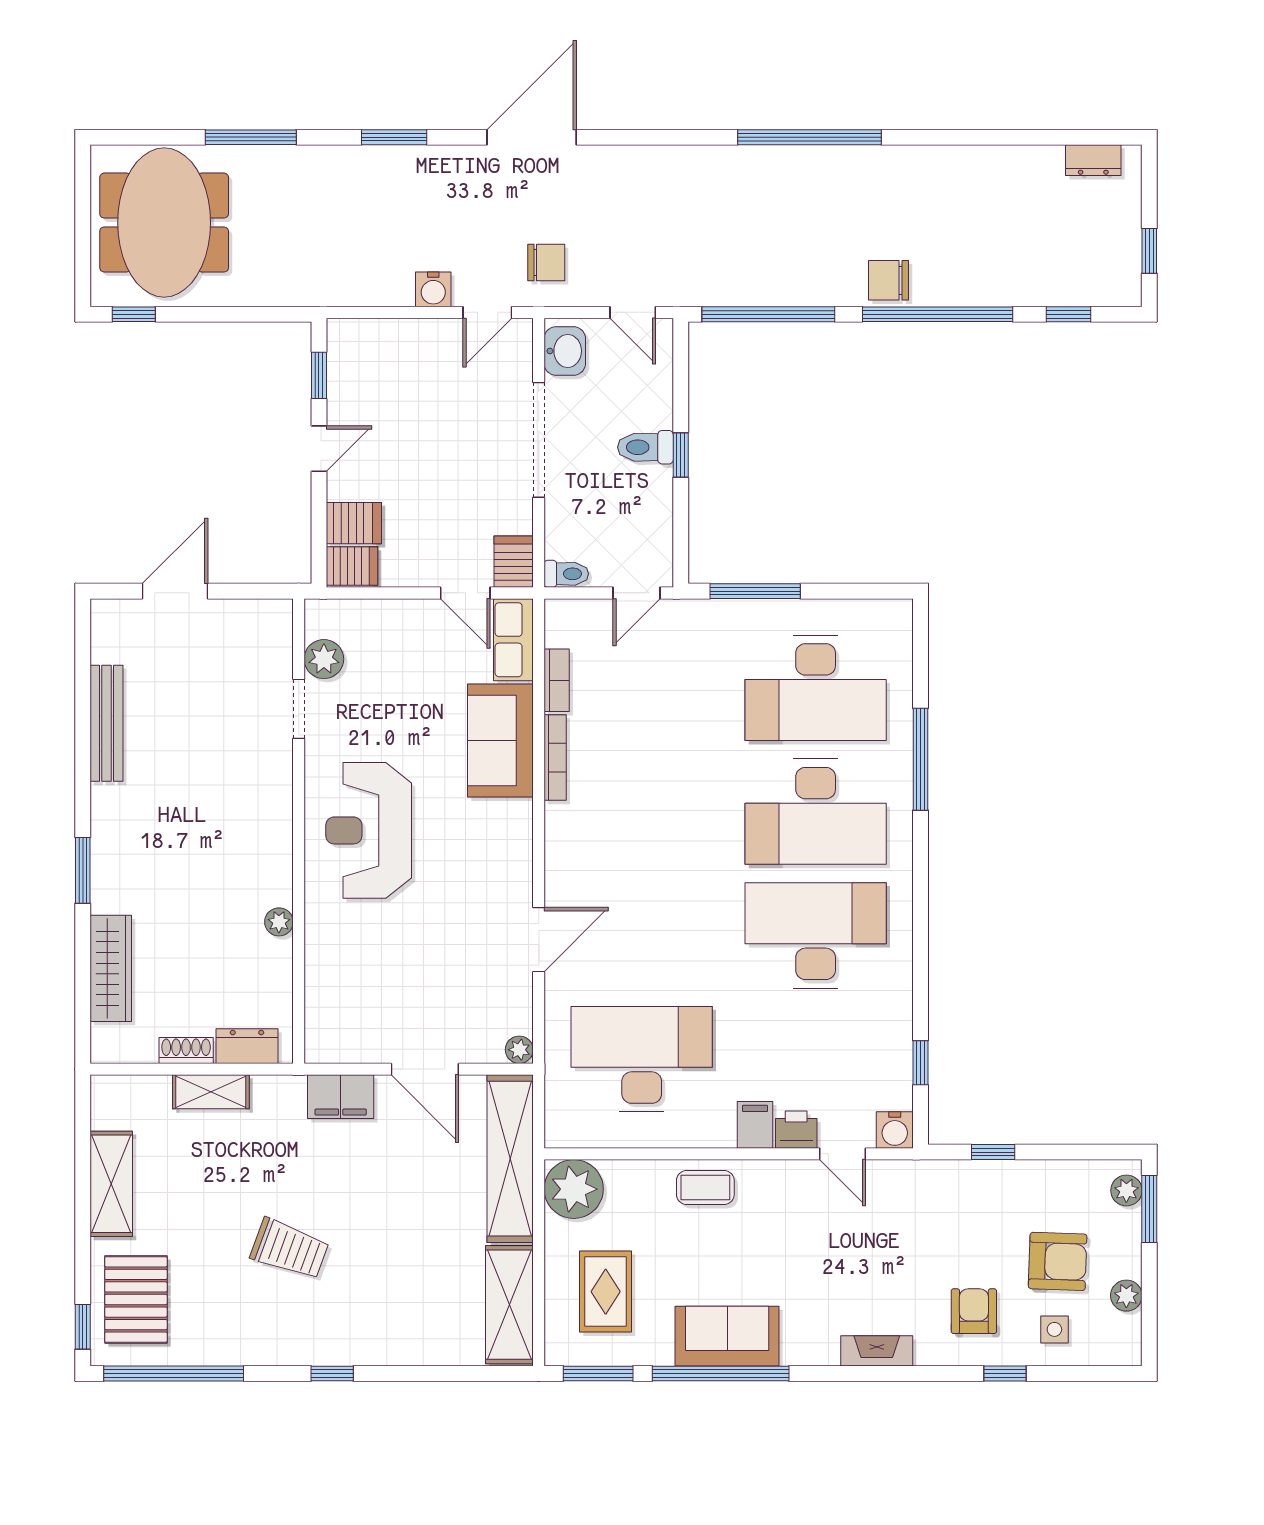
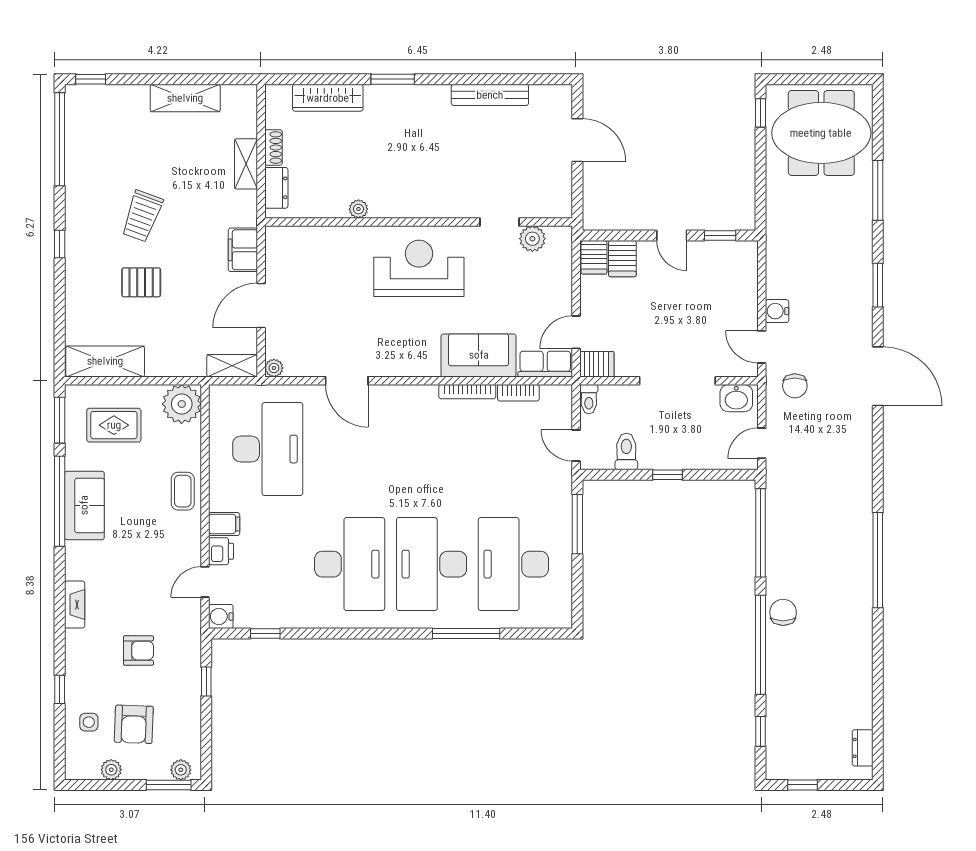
toilet: (645, 447) -> (626, 452), moved
shelving: (510, 1159) -> (232, 366), width x0.45, depth x0.75
pallet: (136, 1299) -> (141, 282), moved, width x0.67, depth x0.71
armchair: (974, 1311) -> (138, 651), moved

